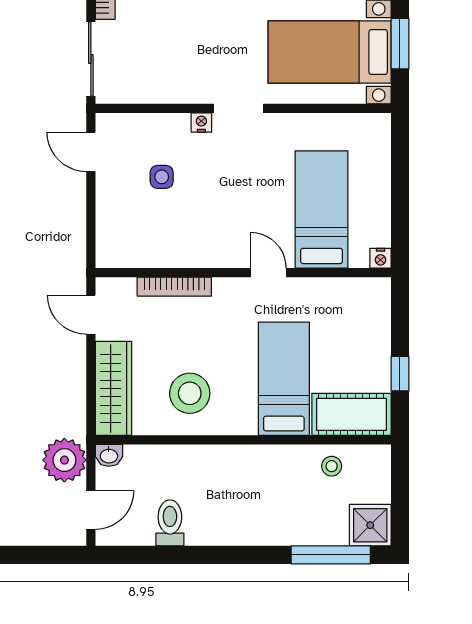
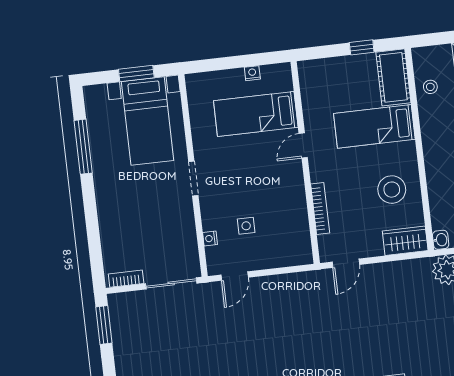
nightstand: (201, 123) -> (210, 238), moved
nightstand: (380, 258) -> (252, 73), moved, turned -90
wardrobe: (114, 388) -> (405, 241), width x0.67

